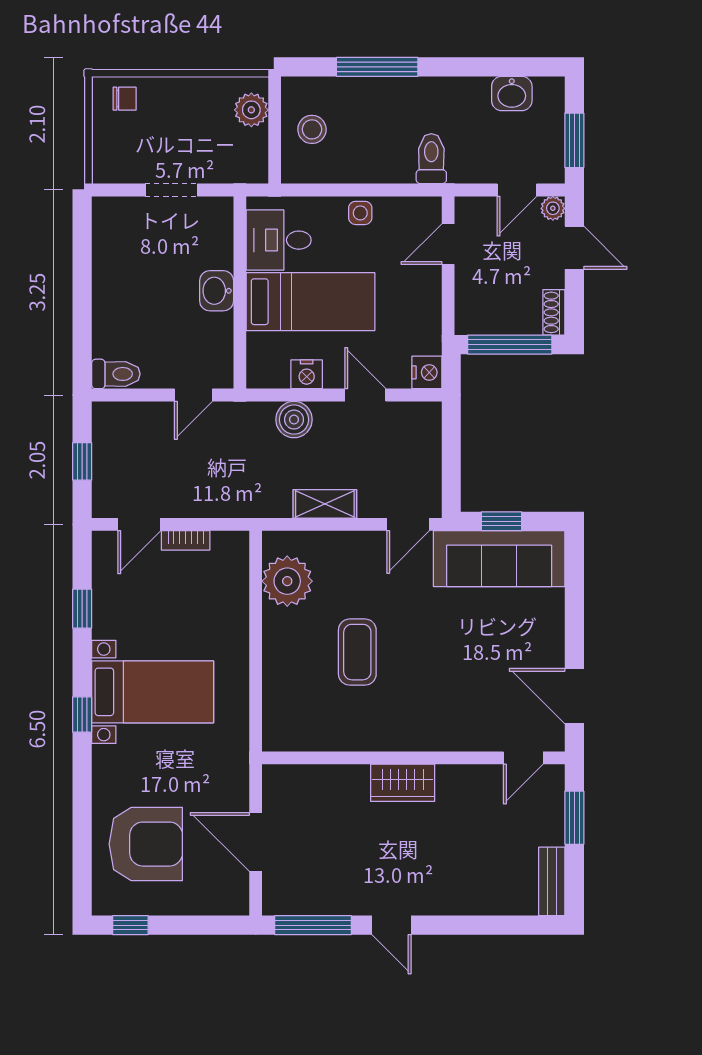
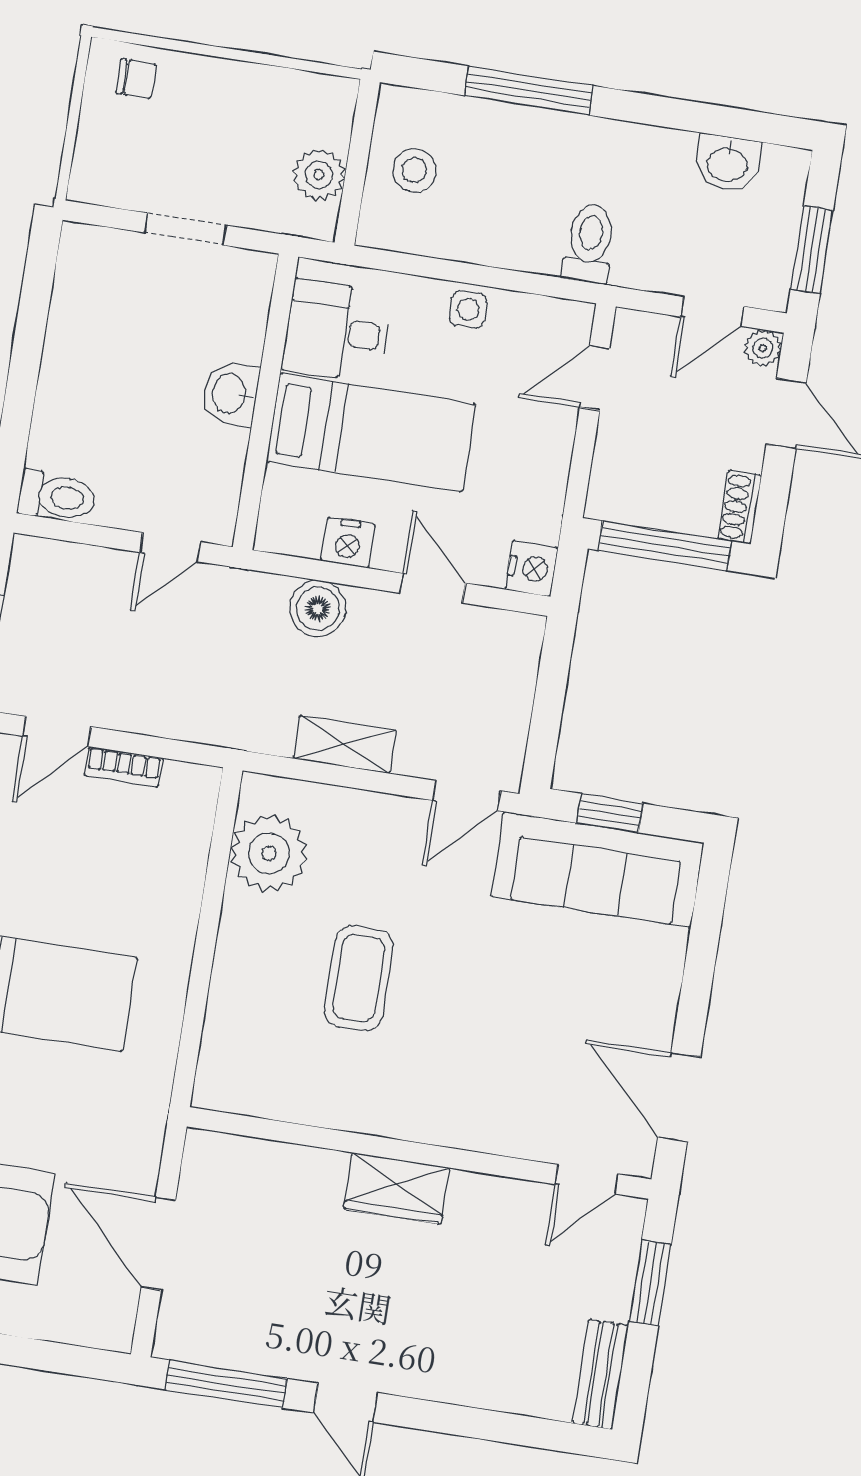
plant: (251, 110) -> (319, 175), moved

